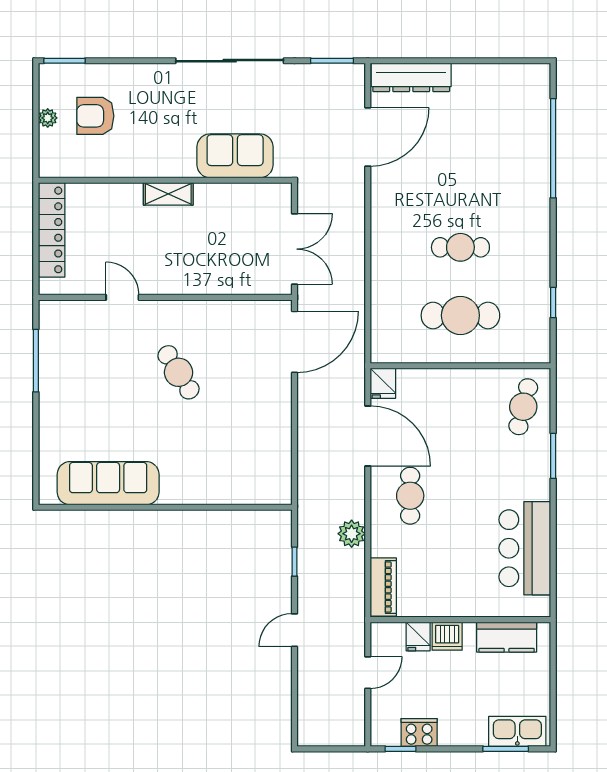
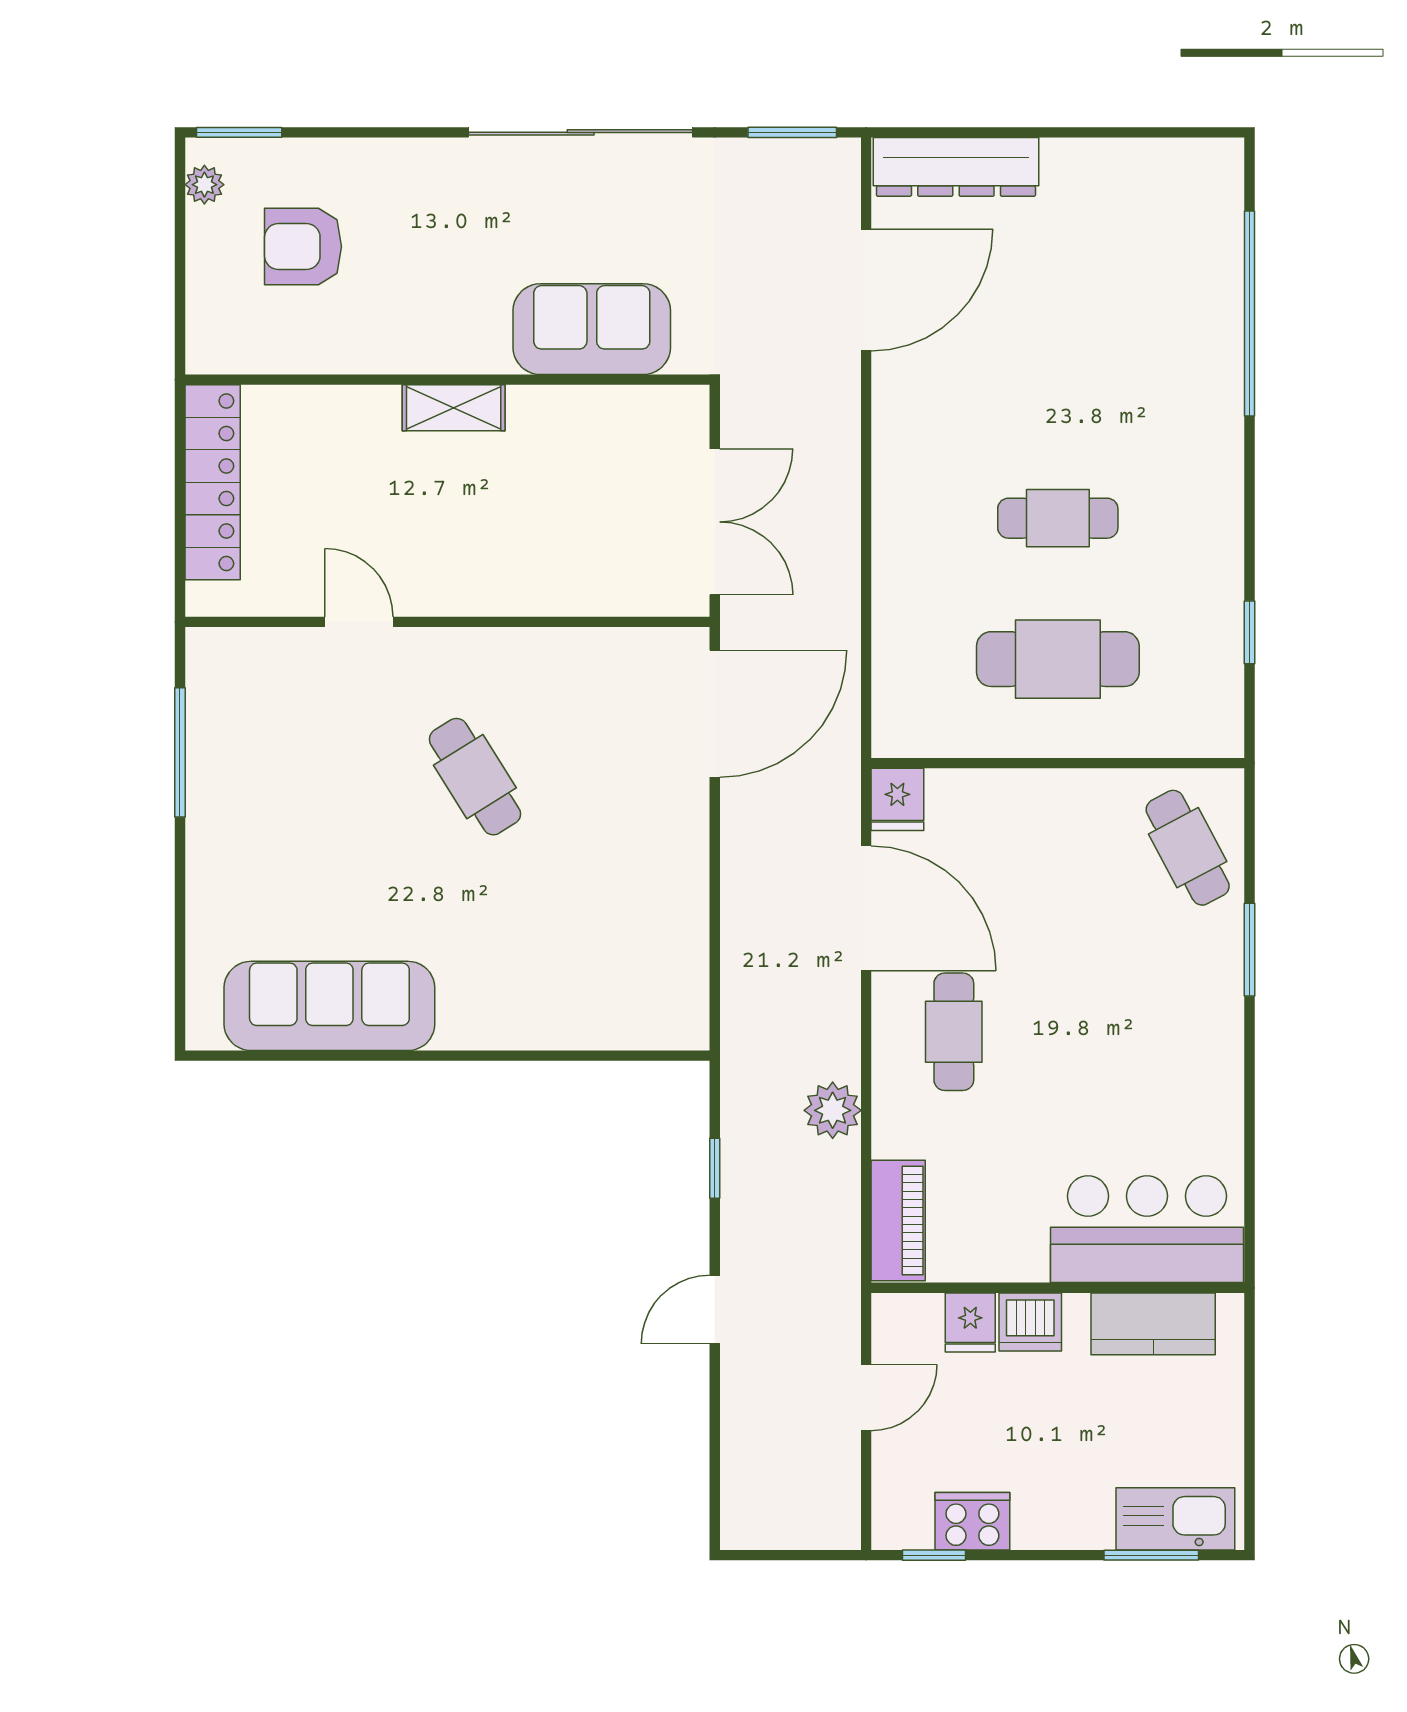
plant: (48, 118) -> (204, 185), moved
cafe table: (523, 407) -> (1188, 848), turned -42
bar counter: (525, 548) -> (1147, 1229), moved, turned 90

